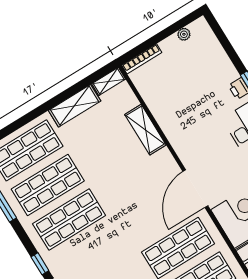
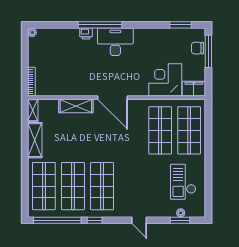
plant: (184, 34) -> (32, 32), moved
door: (195, 189) -> (112, 98), moved
window: (40, 264) -> (95, 220), moved

